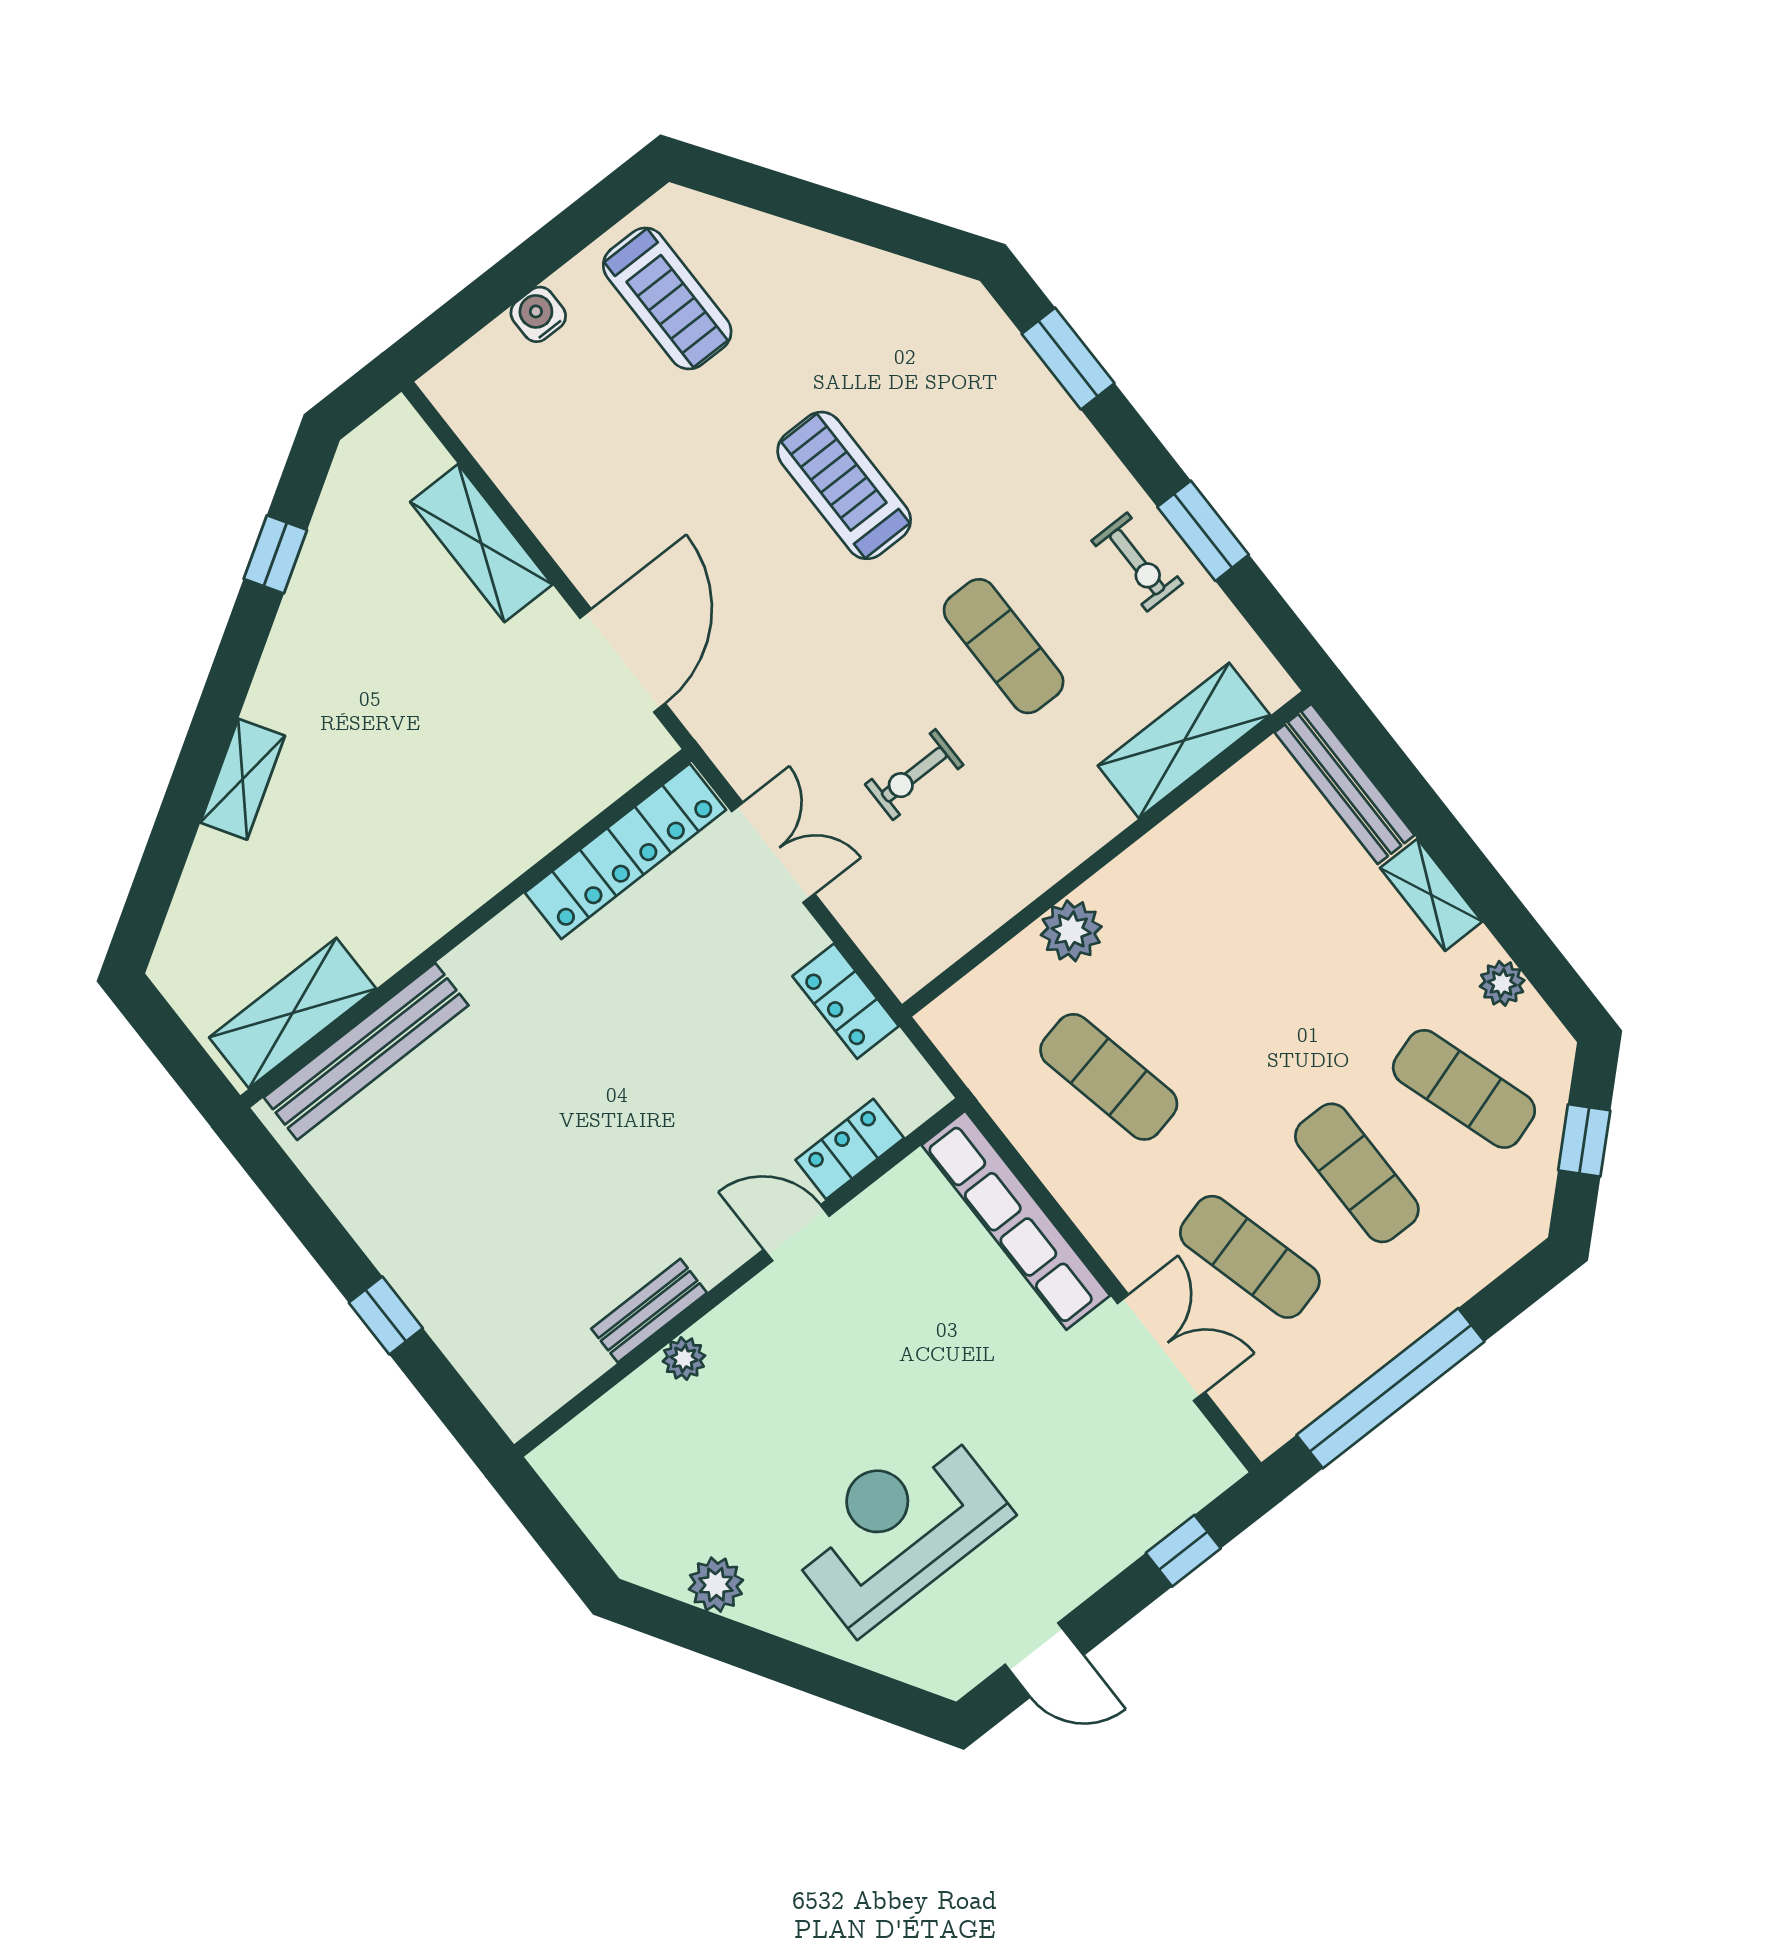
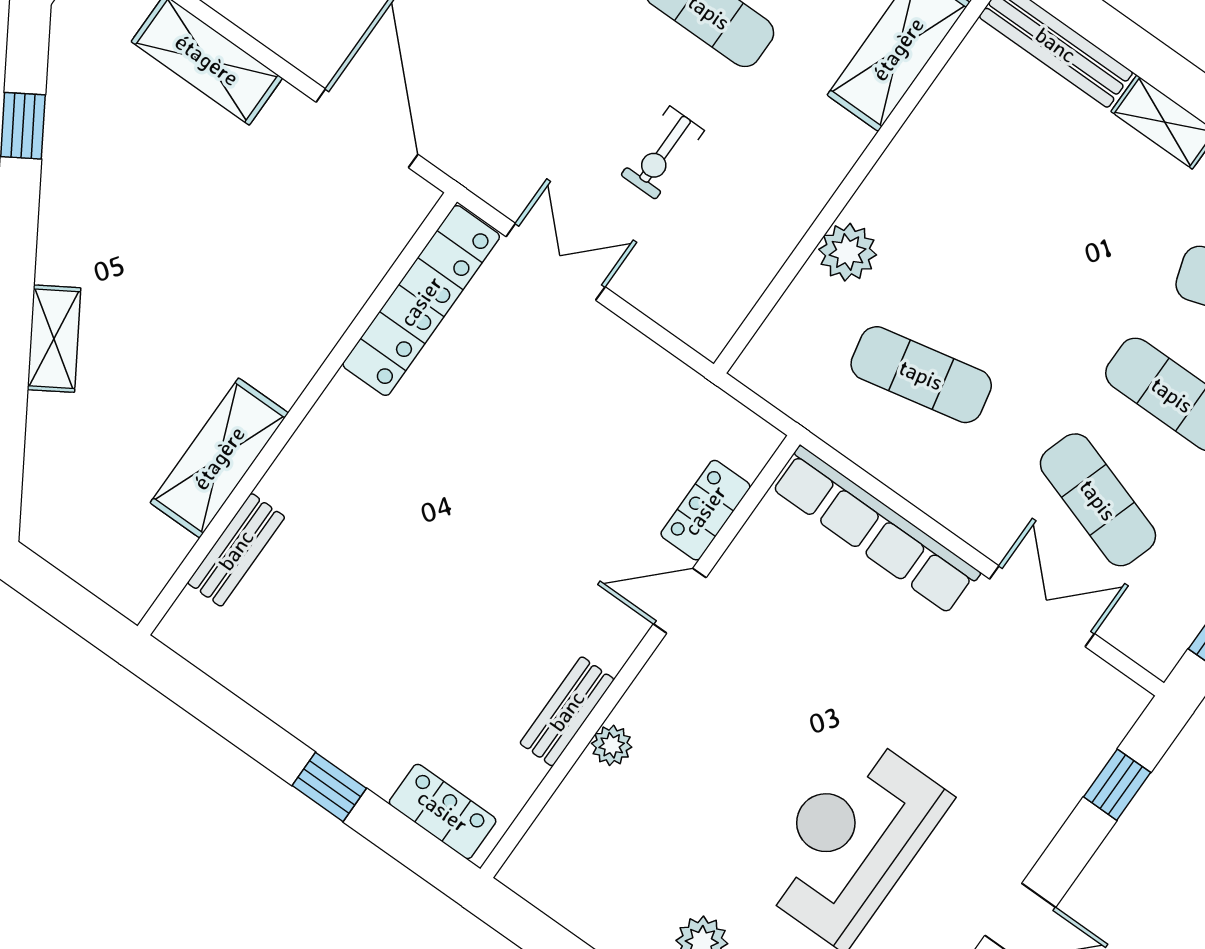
locker: (846, 1001) -> (443, 811), moved, turned 180
shelving: (293, 1013) -> (219, 458), moved
bench: (366, 1051) -> (236, 550), width x0.54, depth x0.82
exercise mat: (1250, 1257) -> (1098, 500), turned 33

